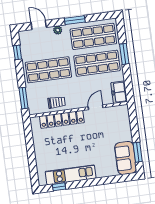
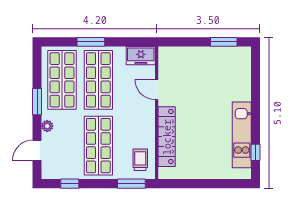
trolley: (57, 102) -> (140, 160), moved
sofa: (126, 158) -> (229, 59), removed

